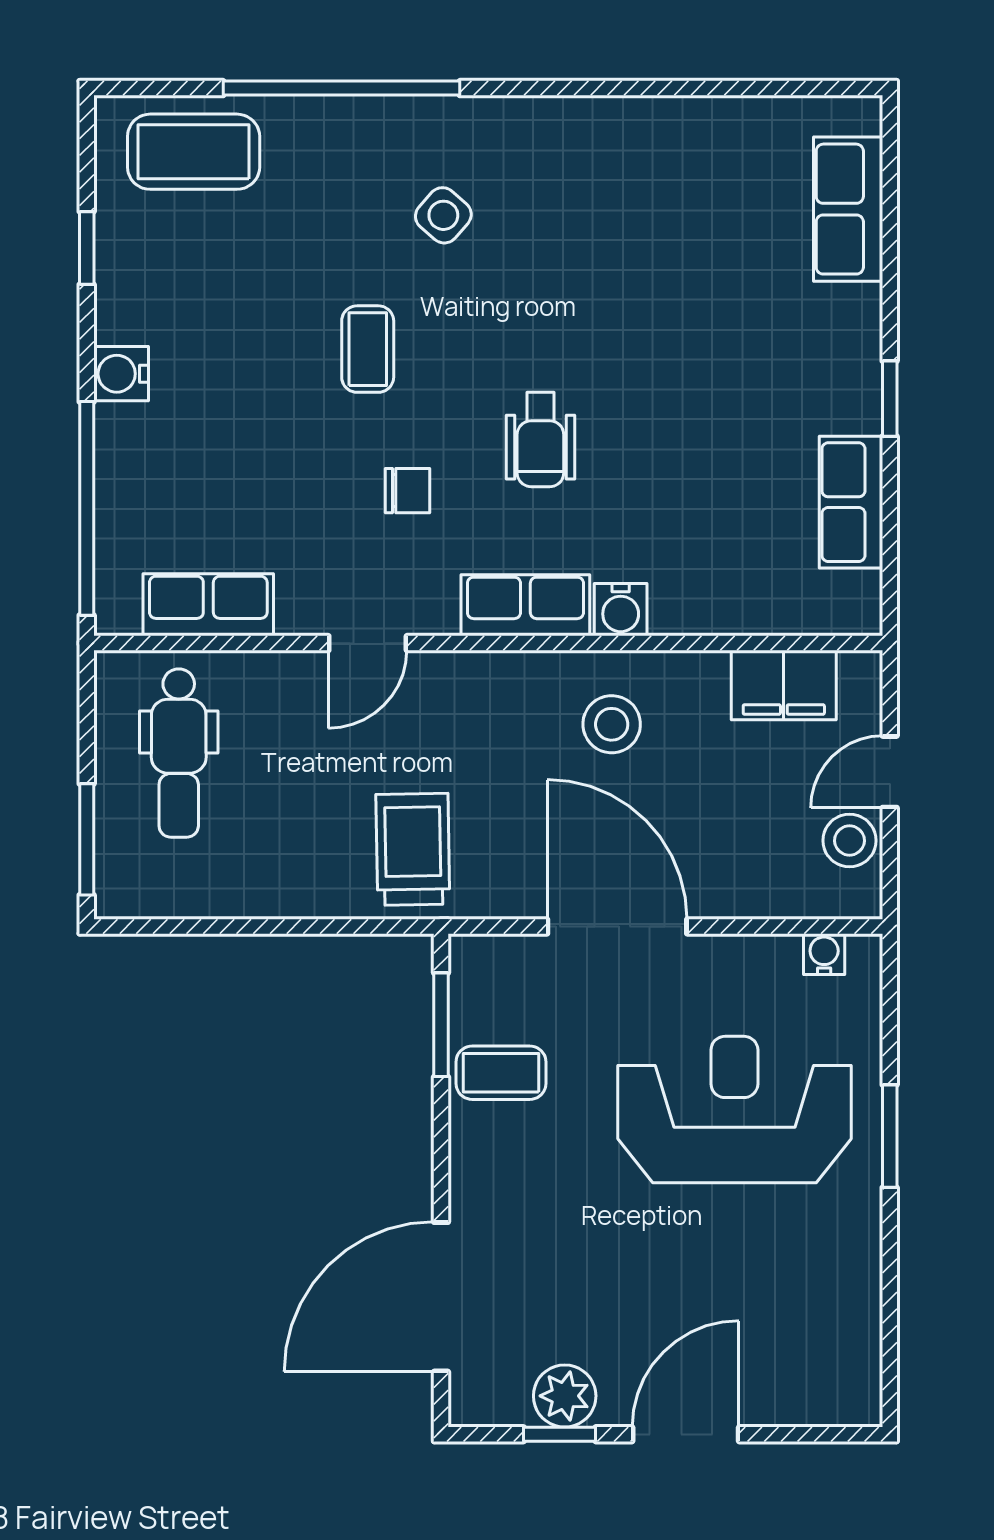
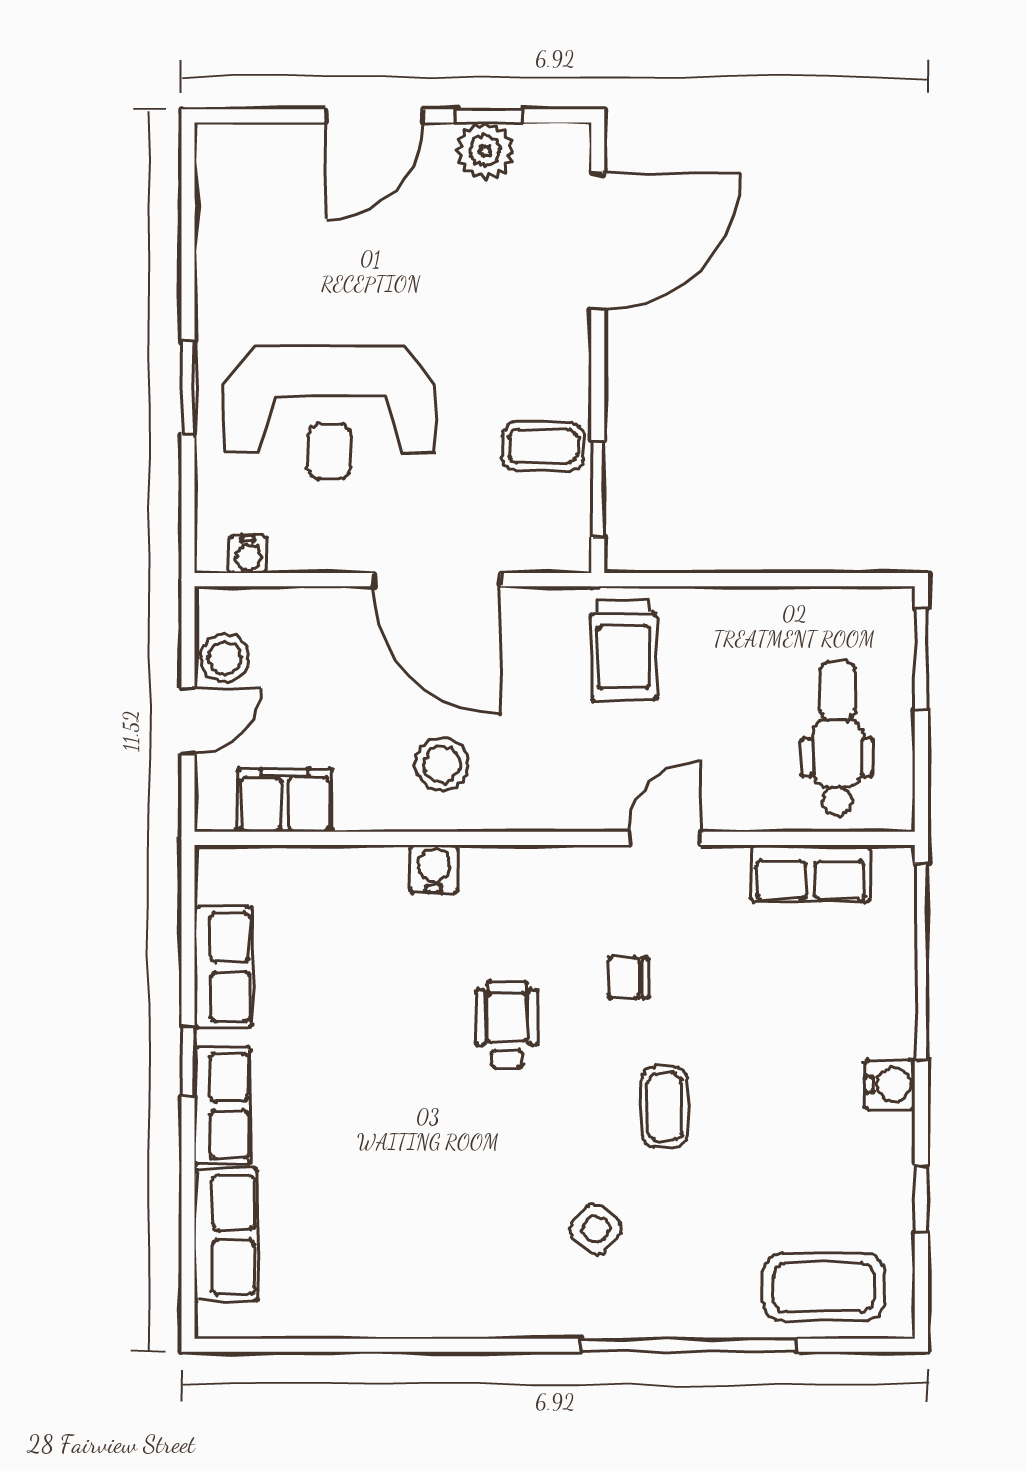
row of seats: (525, 605) -> (222, 1106), moved, turned -90

